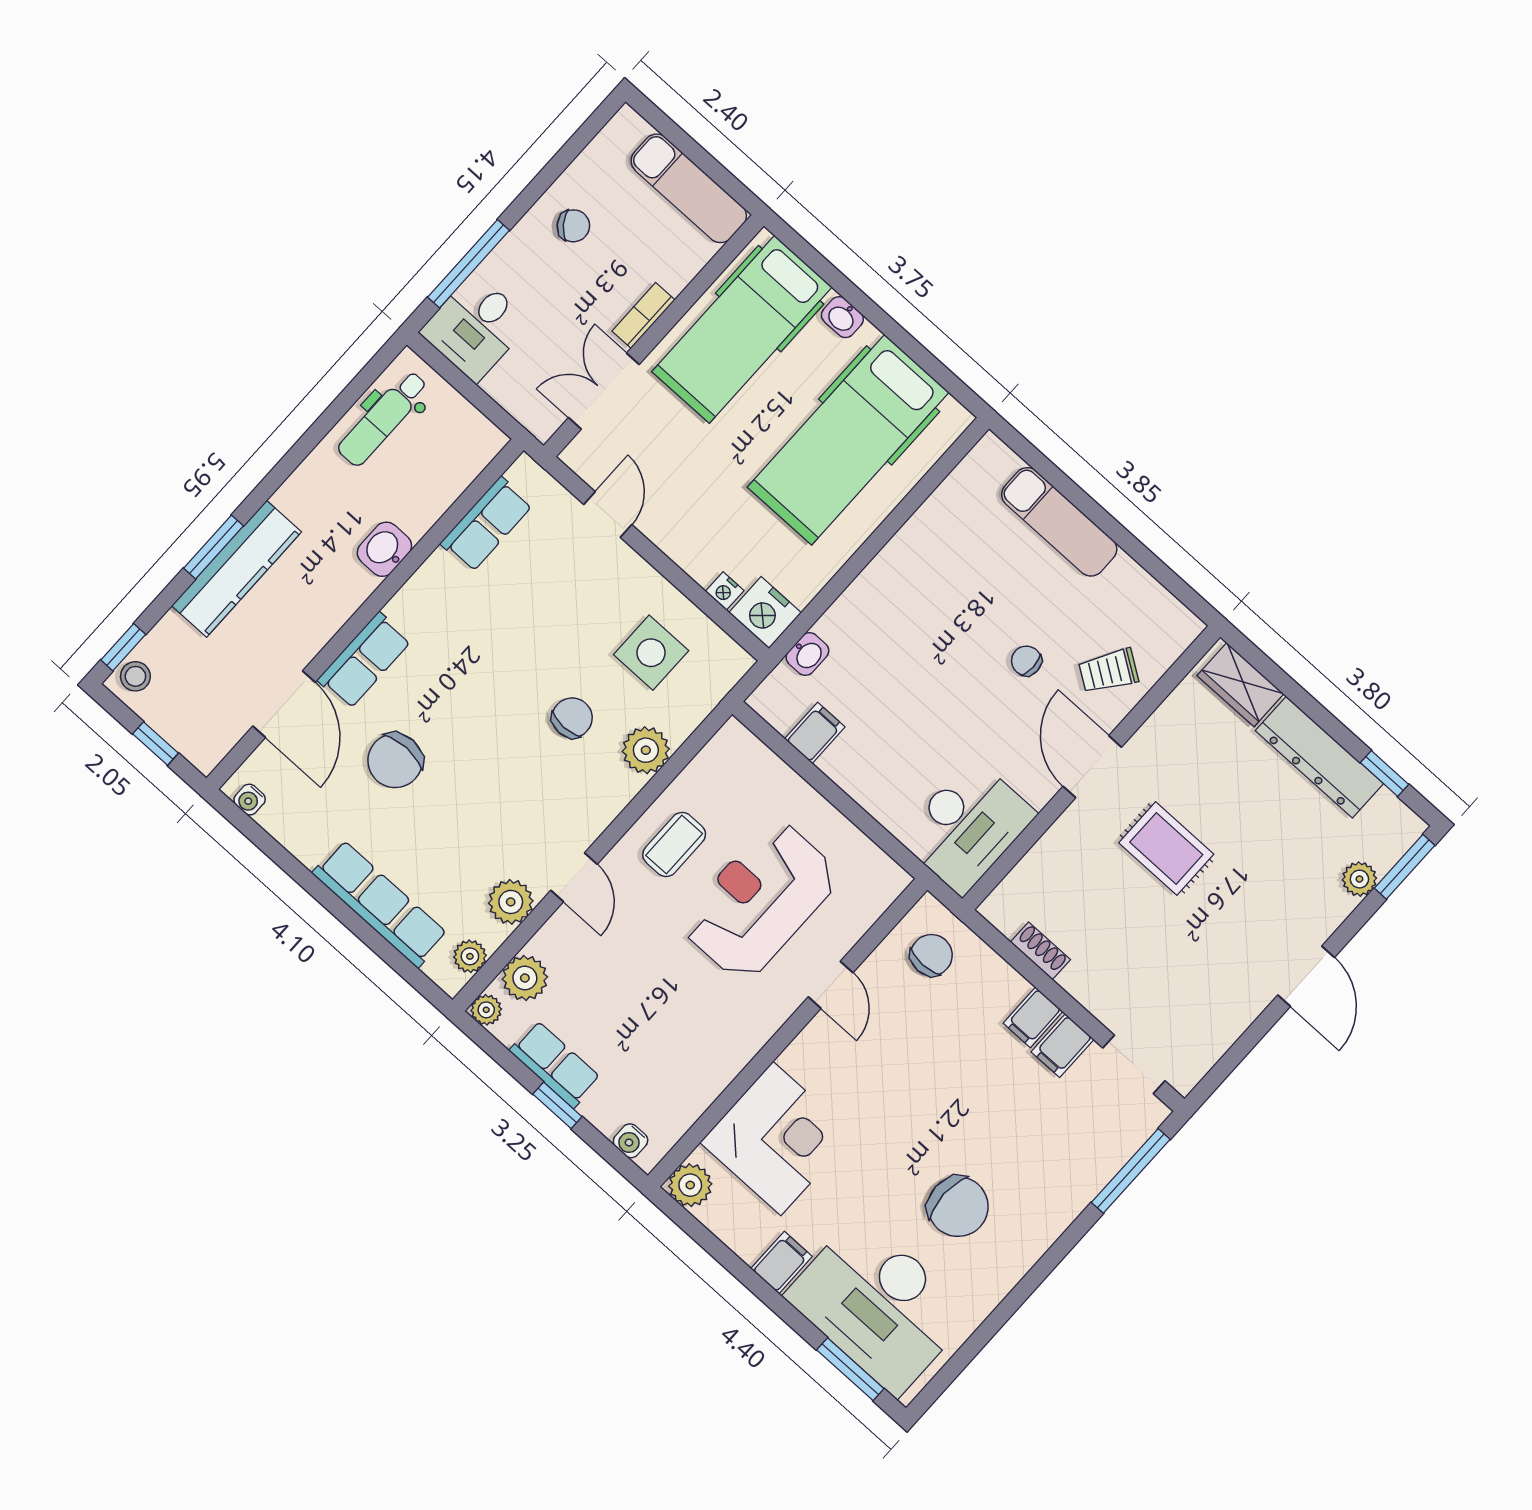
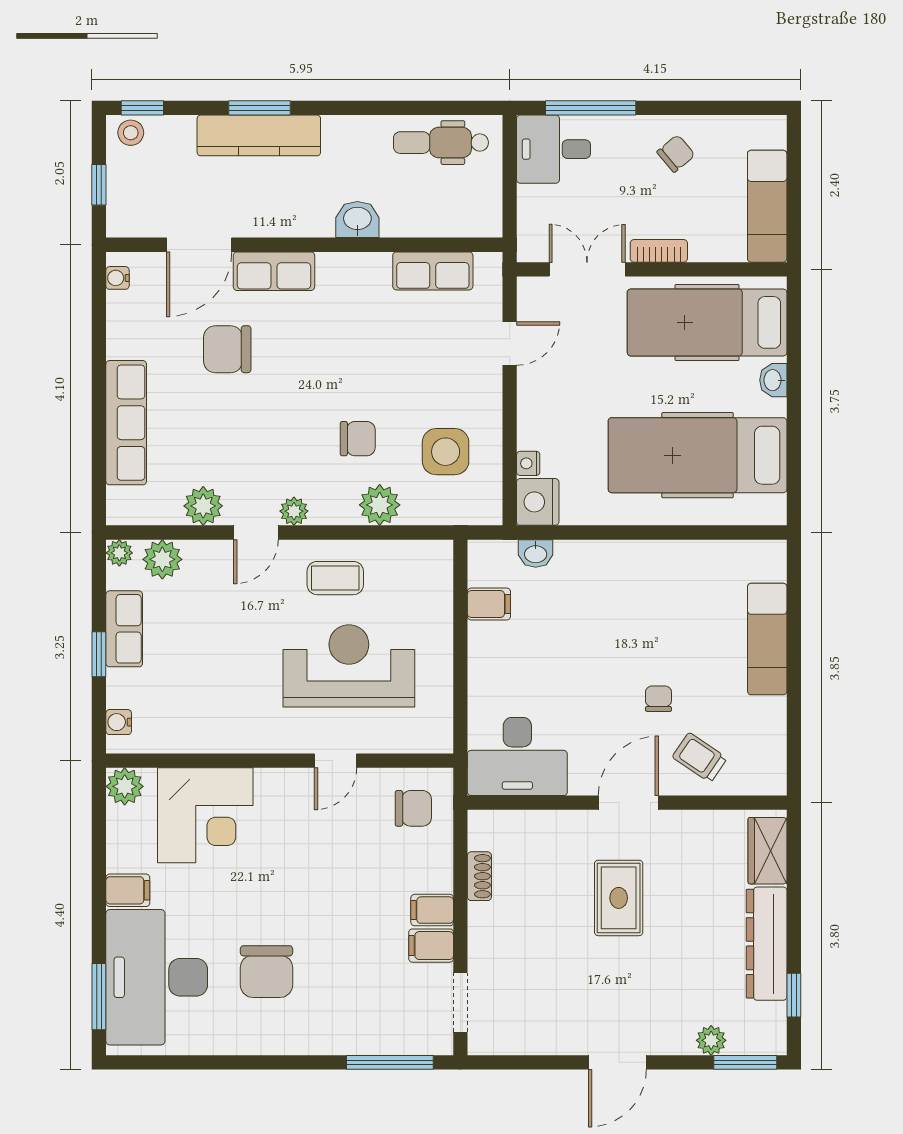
chair: (573, 226) -> (676, 154), turned -93
plant: (470, 956) -> (294, 511), moved

